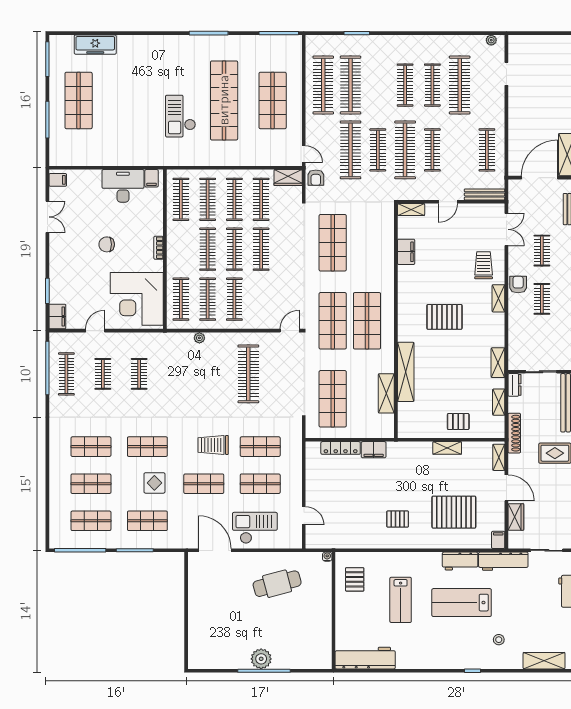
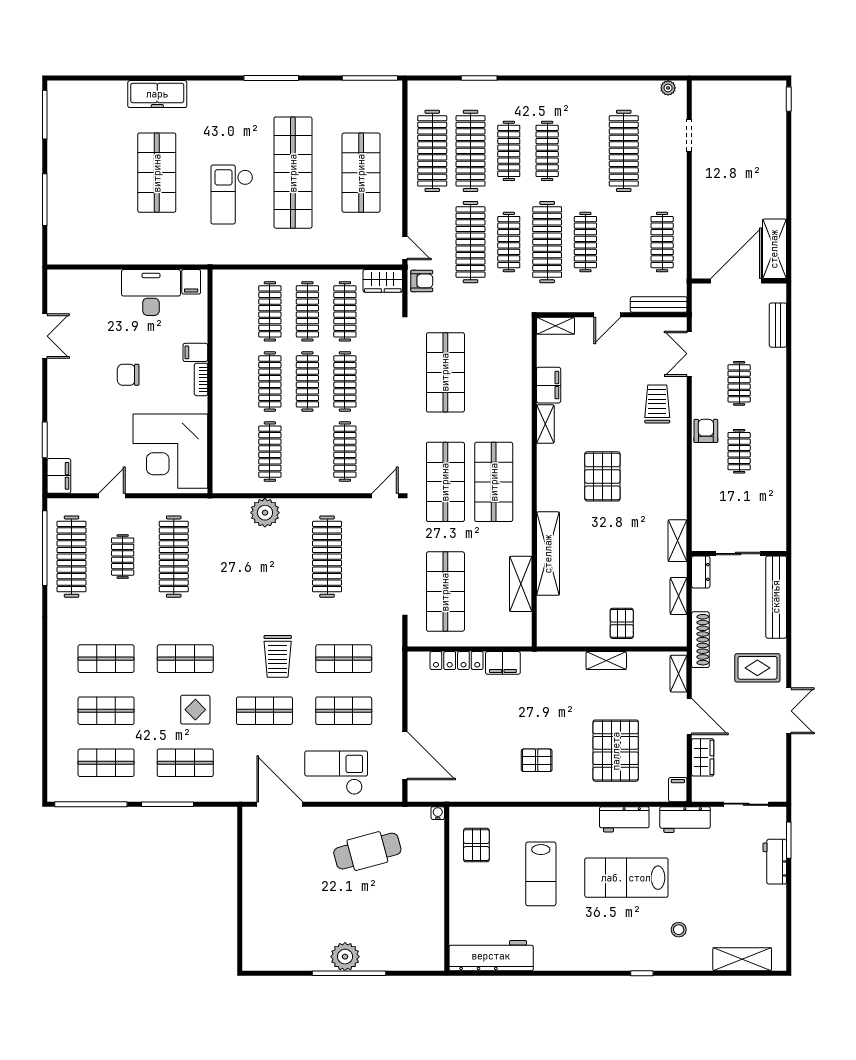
freezer: (95, 45) -> (157, 94), moved
clothes rail: (432, 85) -> (509, 151), moved
shop shelf: (79, 100) -> (157, 173), moved
armchair: (316, 178) -> (422, 281), turned -90
filing cabinet: (58, 180) -> (195, 352), moved, turned 180
clothes rail: (181, 199) -> (232, 311), removed
double door: (506, 229) -> (689, 354), swing flipped
shelving: (498, 298) -> (545, 424), moved
clothes rail: (181, 299) -> (232, 452), removed
clothes rail: (234, 299) -> (345, 452), moved
pallet: (444, 317) -> (602, 476), turned 90
plant: (199, 338) -> (265, 513), width x1.88, depth x1.88
clothes rail: (66, 374) -> (72, 557), width x1.37, depth x1.31
clothes rail: (139, 374) -> (174, 557), width x1.86, depth x1.31
pallet: (458, 422) -> (622, 623), turned 90
trolley: (213, 445) -> (278, 656), turned -90
pallet: (454, 512) -> (616, 751), turned 90
door: (304, 516) -> (405, 756), width x1.88
workbench: (503, 561) -> (685, 820), width x0.73

